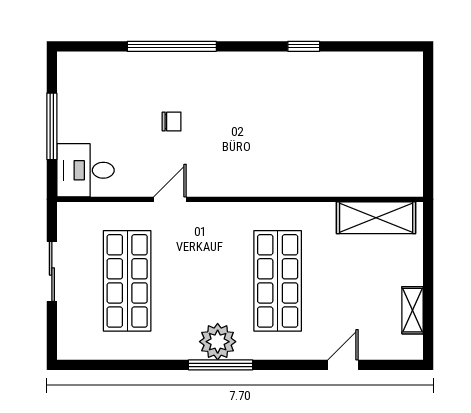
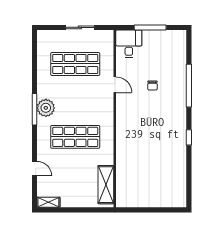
window: (304, 46) -> (189, 137), moved
shelving: (413, 310) -> (48, 202), moved

